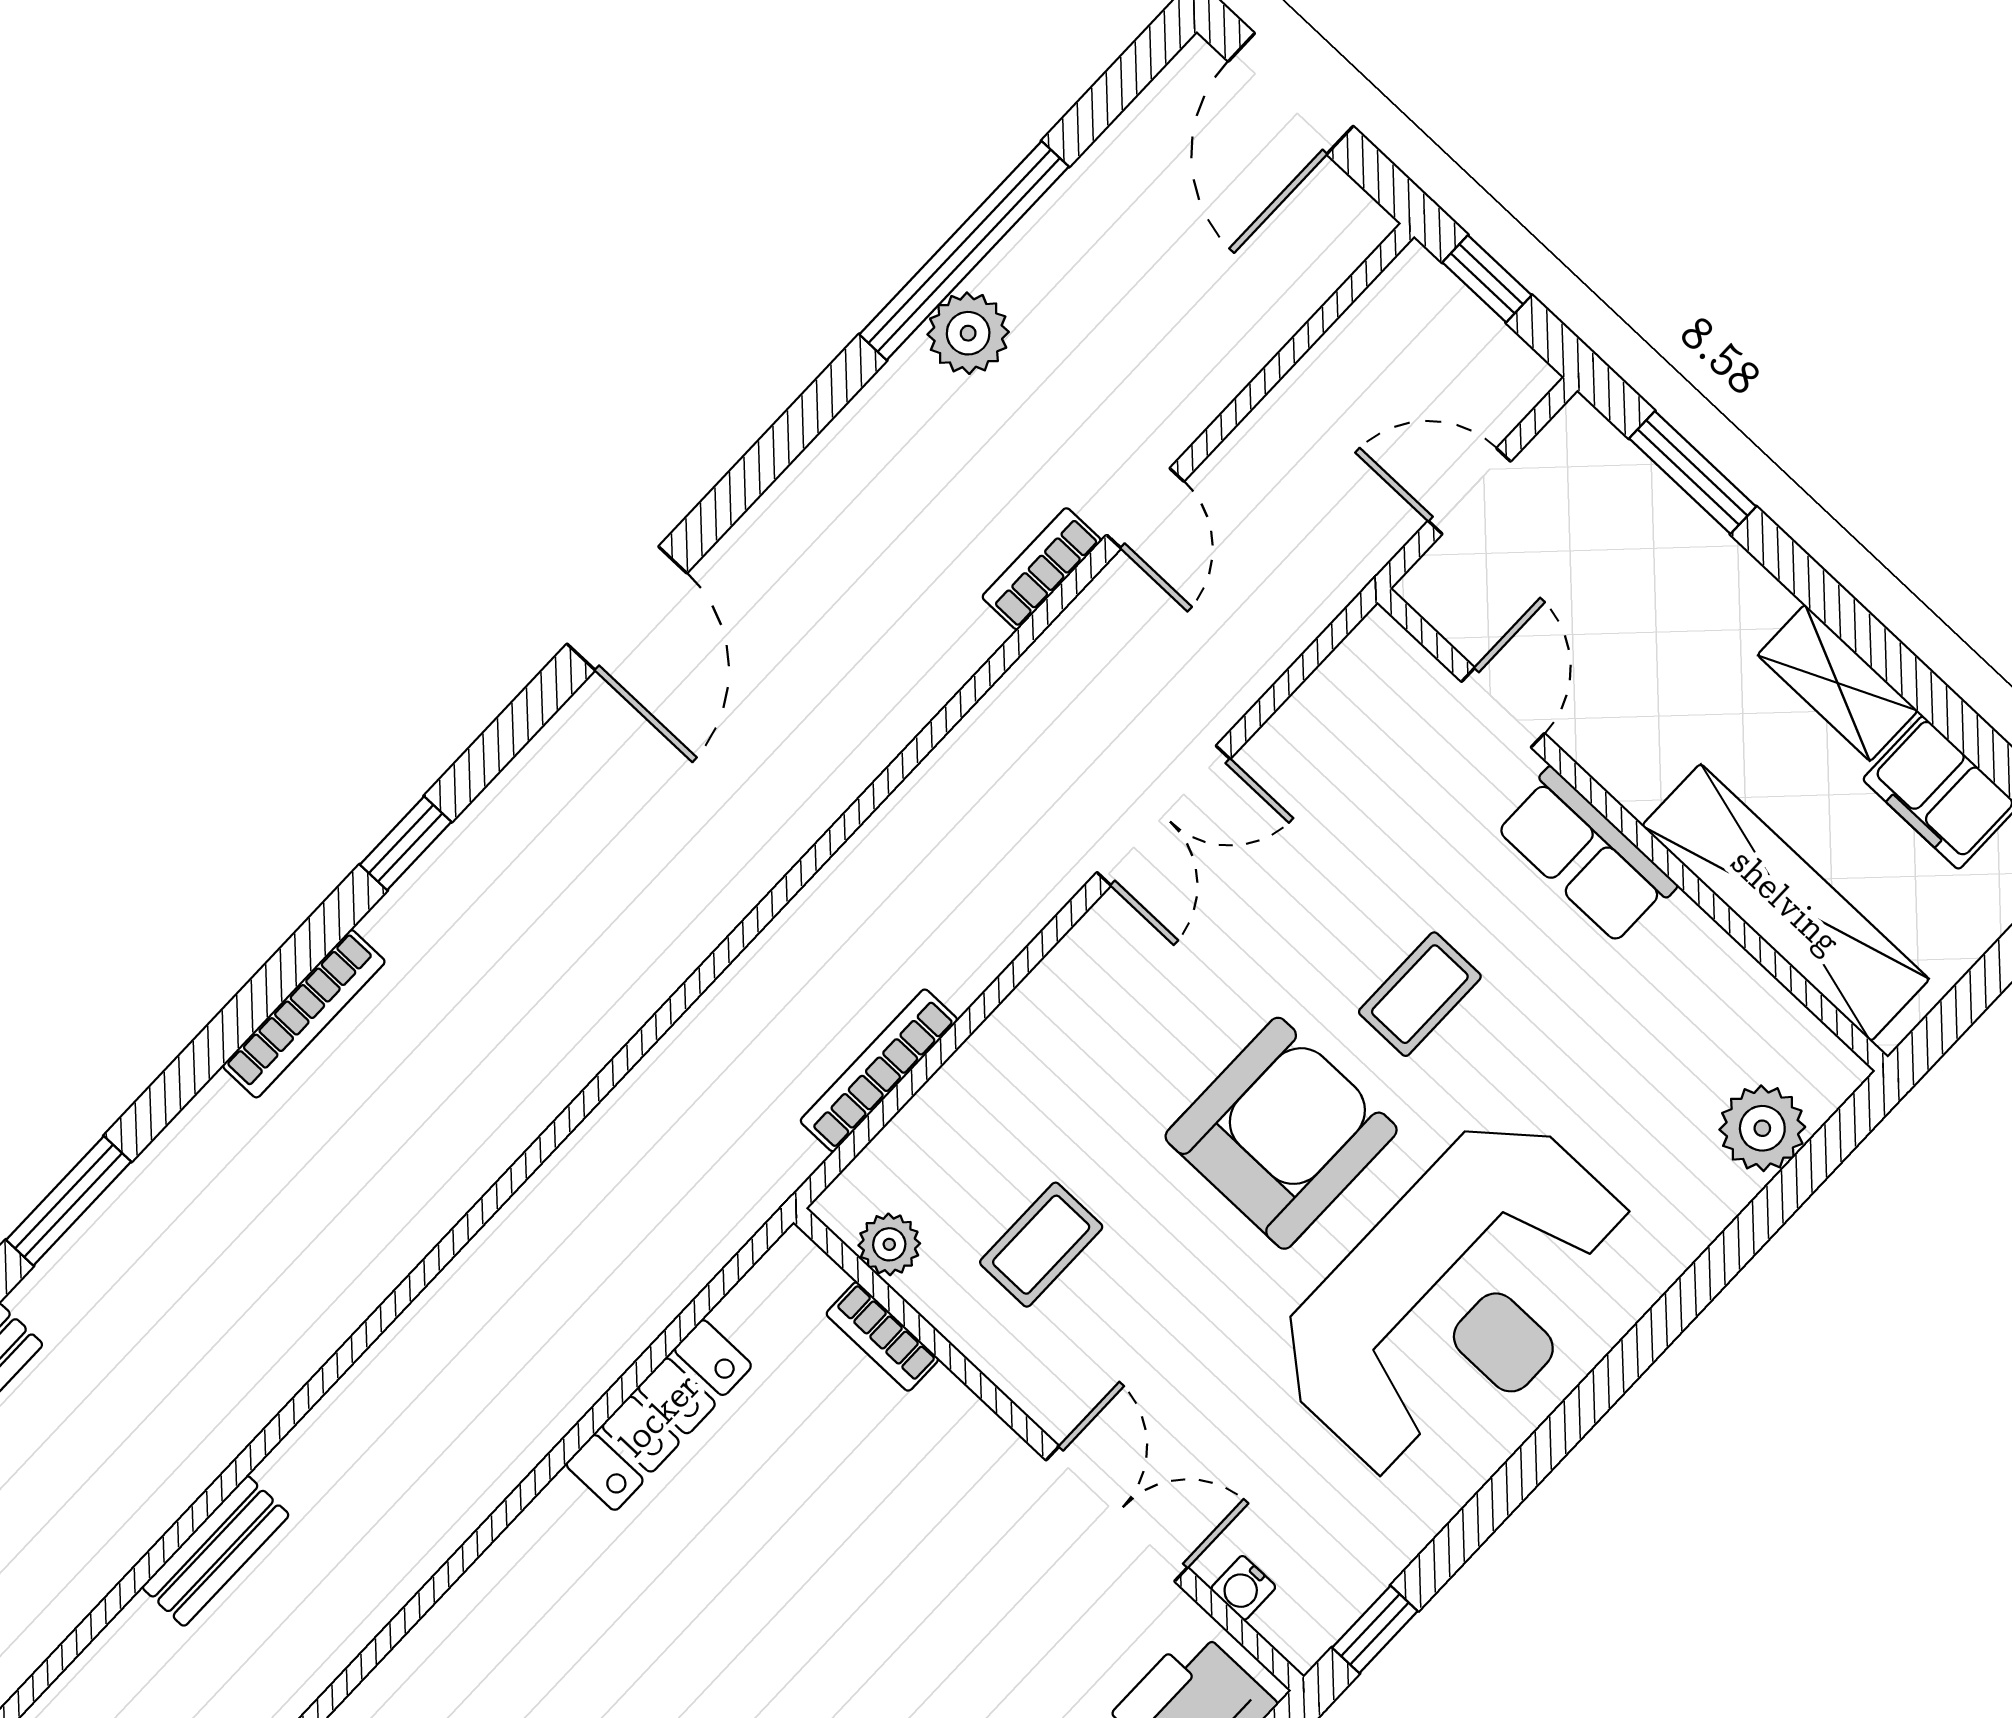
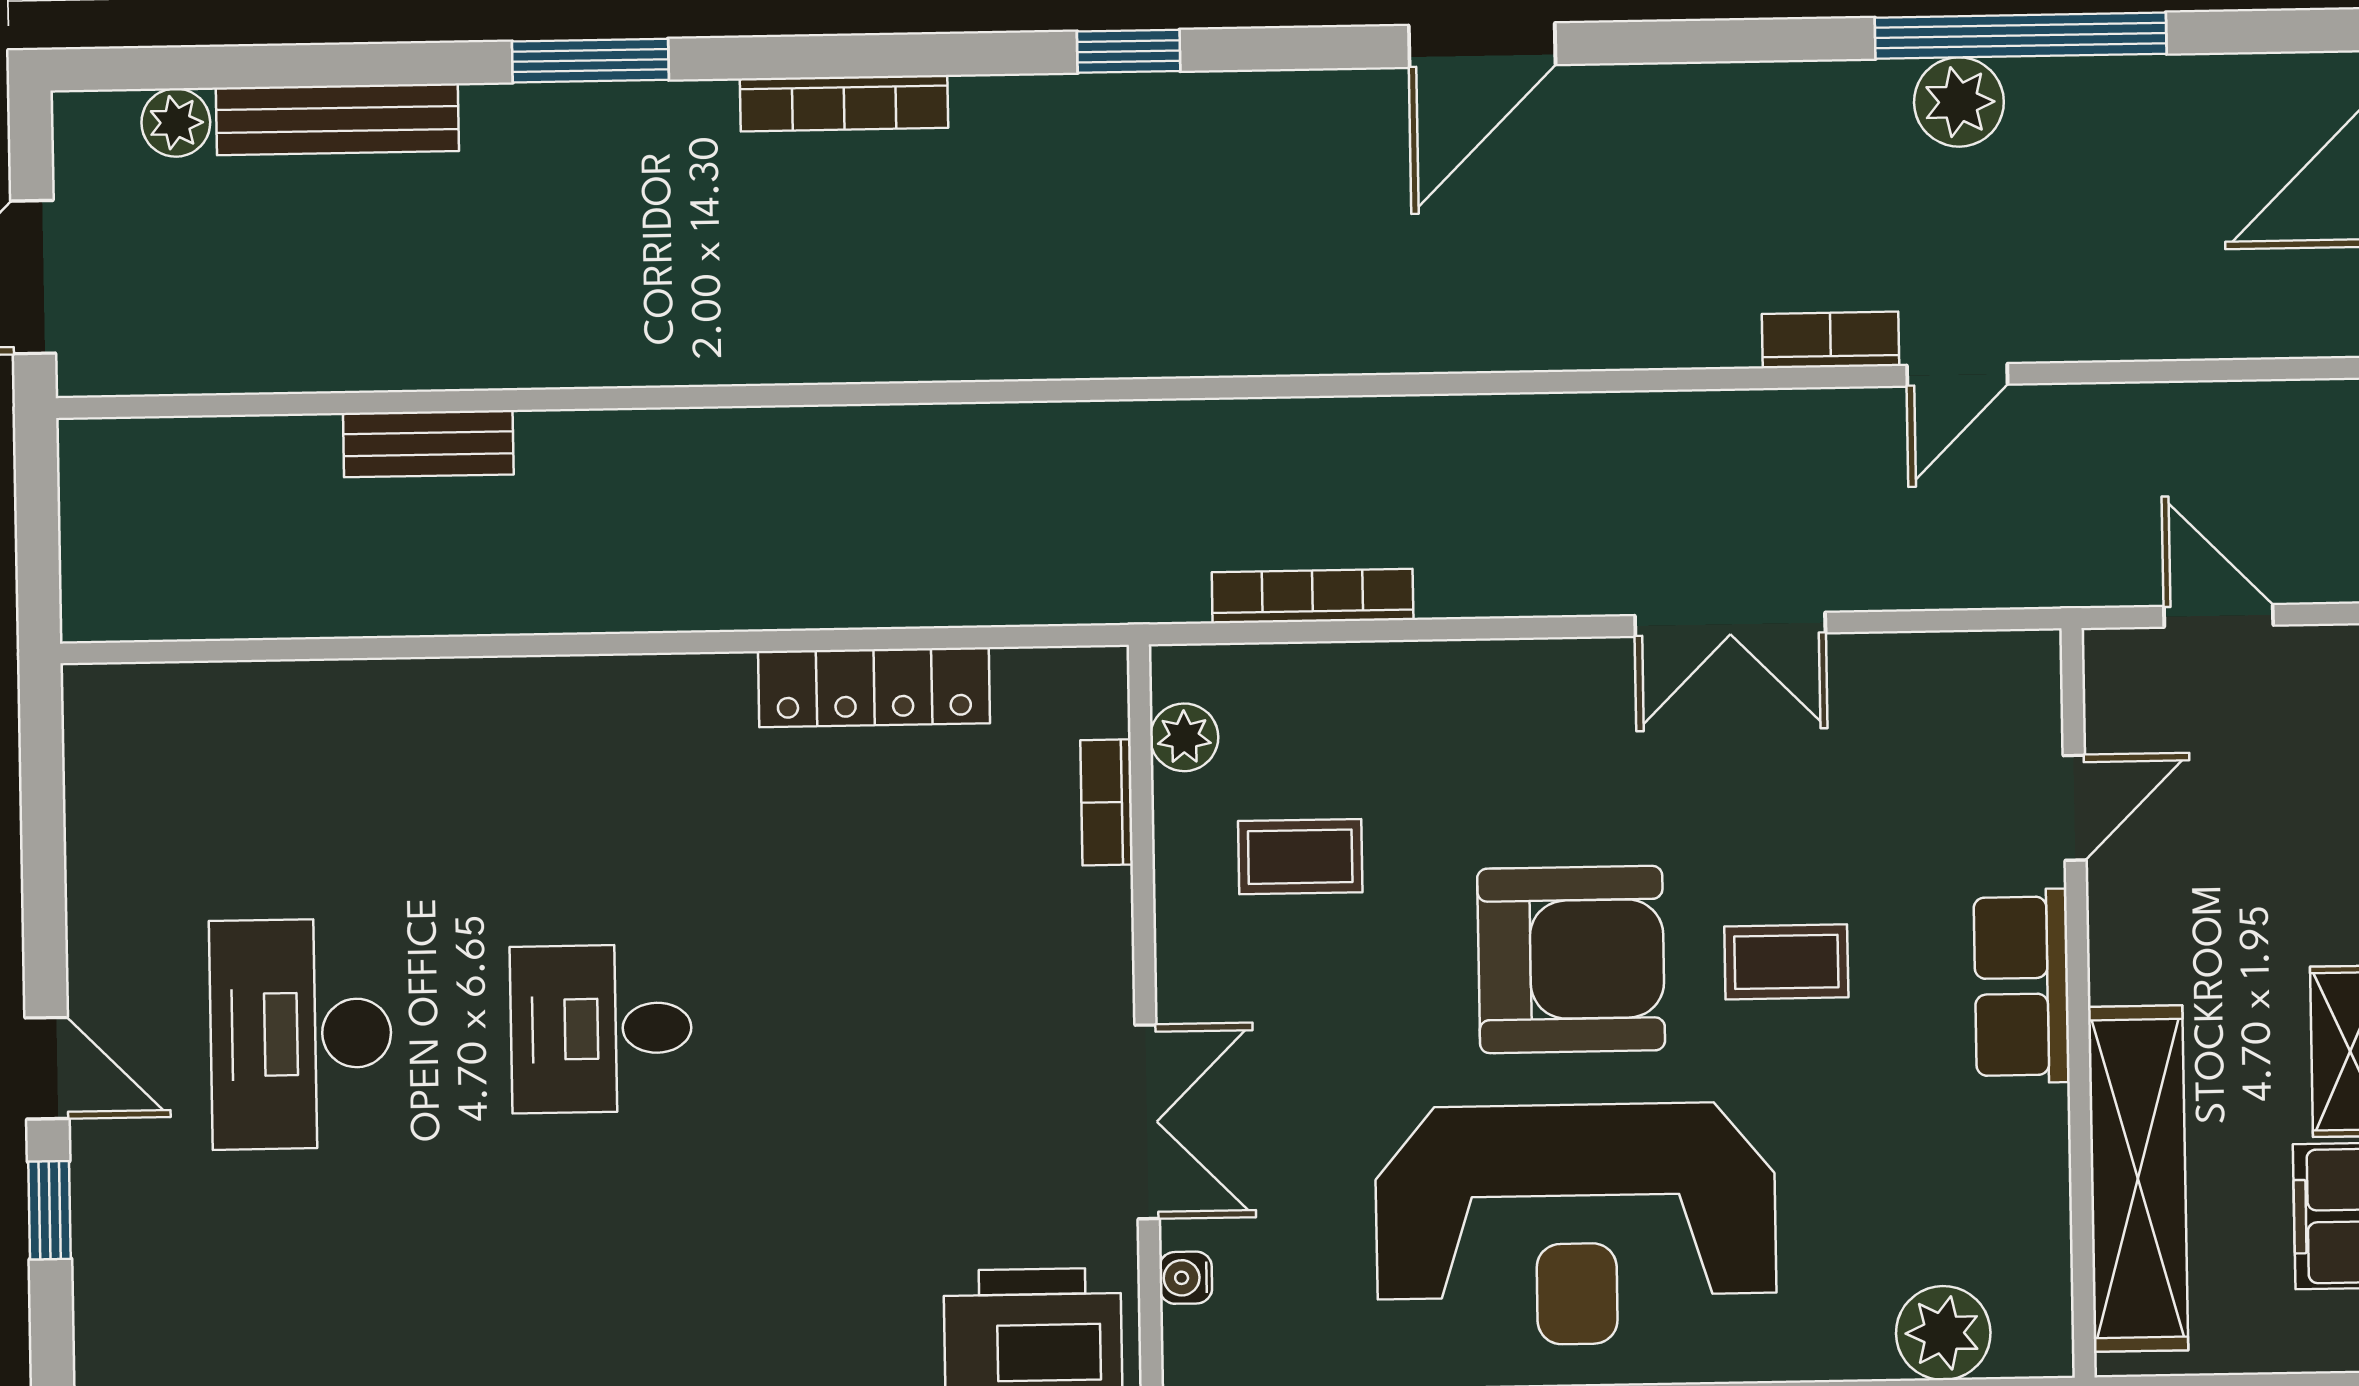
bookcase: (304, 1014) -> (844, 103), moved

